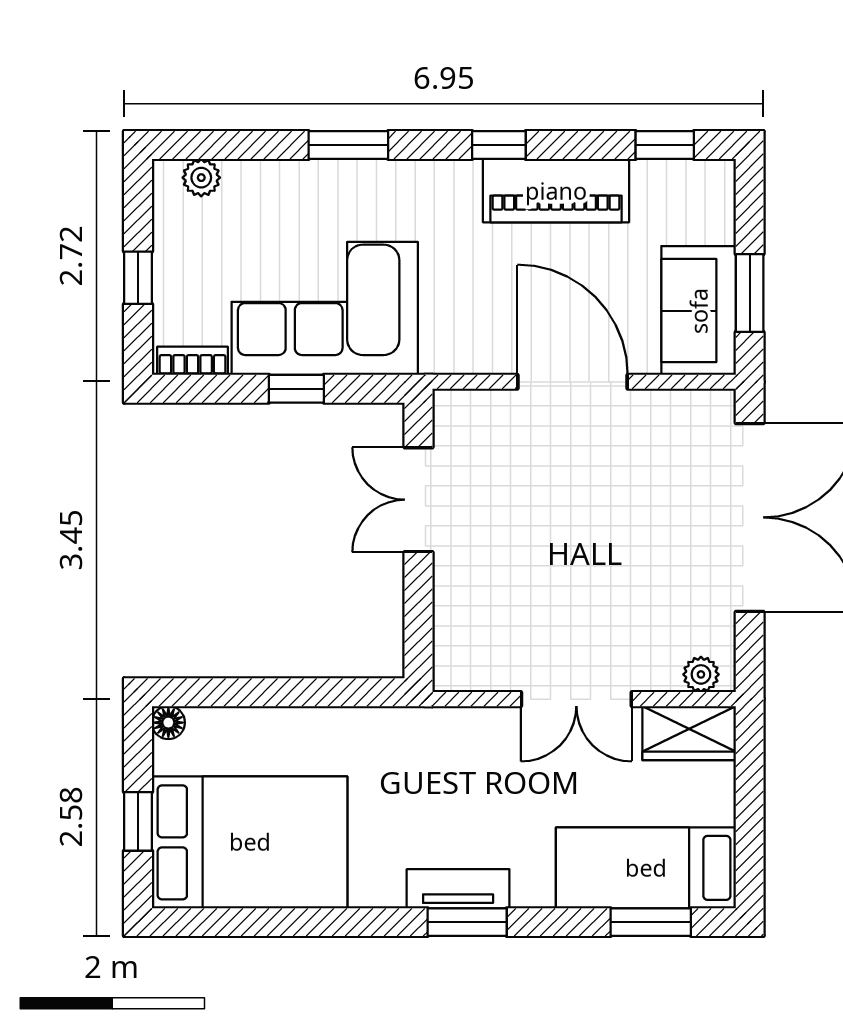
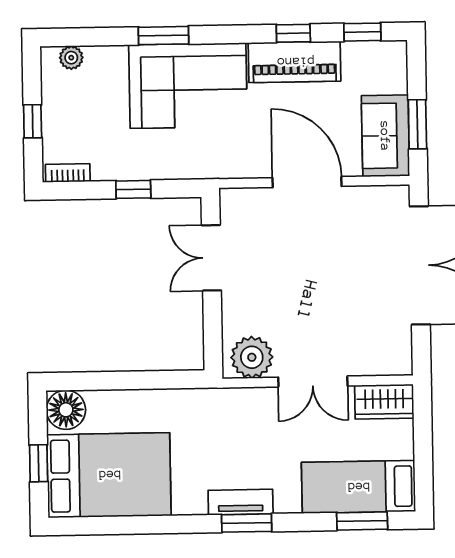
window: (499, 145) -> (293, 33), moved
corner sofa: (325, 308) -> (188, 86), moved, turned 180
plant: (701, 674) -> (252, 357), moved, width x1.88, depth x1.88
floor lamp: (168, 723) -> (66, 410), width x1.89, depth x1.89

